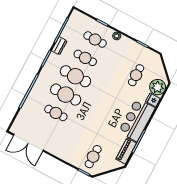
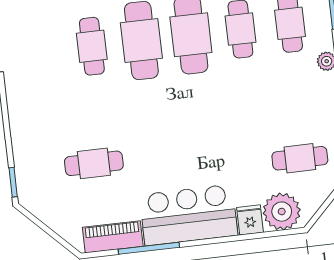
cafe table: (136, 75) -> (300, 158), moved
cafe table: (93, 157) -> (94, 163), moved

